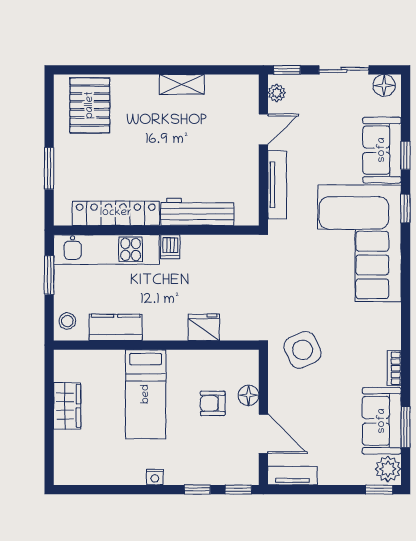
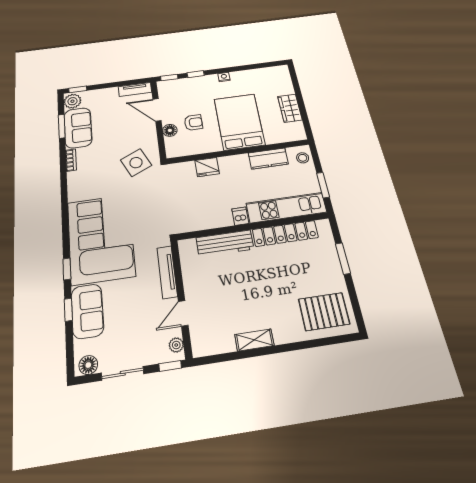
pallet: (90, 105) -> (324, 312), turned 90
bed: (146, 394) -> (239, 122), width x1.50

